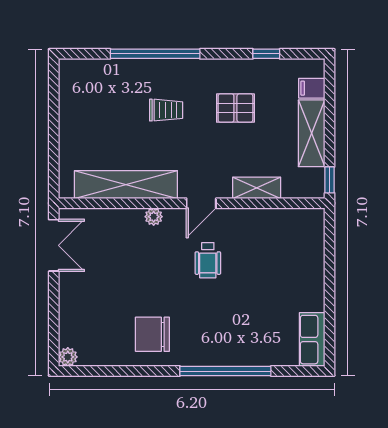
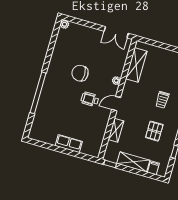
shelving: (126, 185) -> (136, 65), width x0.68
door: (201, 203) -> (116, 104), hinge flipped
chair: (152, 334) -> (80, 73), moved, turned -90
row of seats: (312, 340) -> (69, 144), moved

